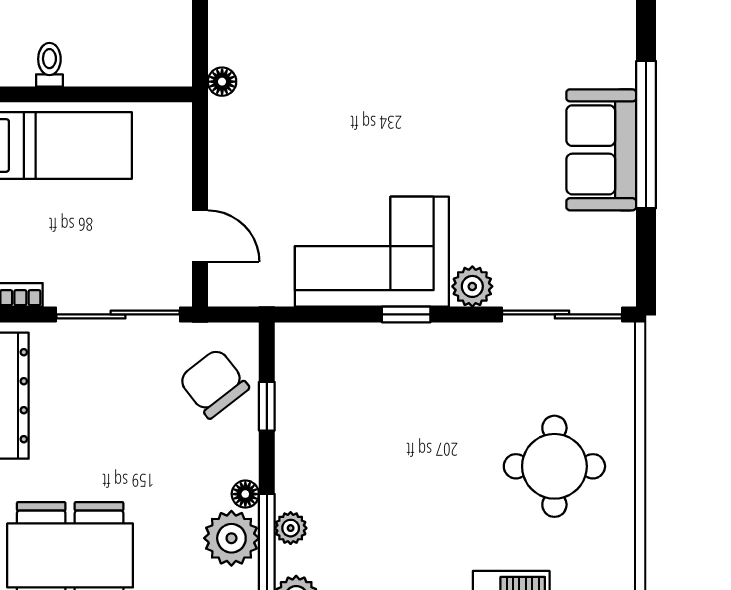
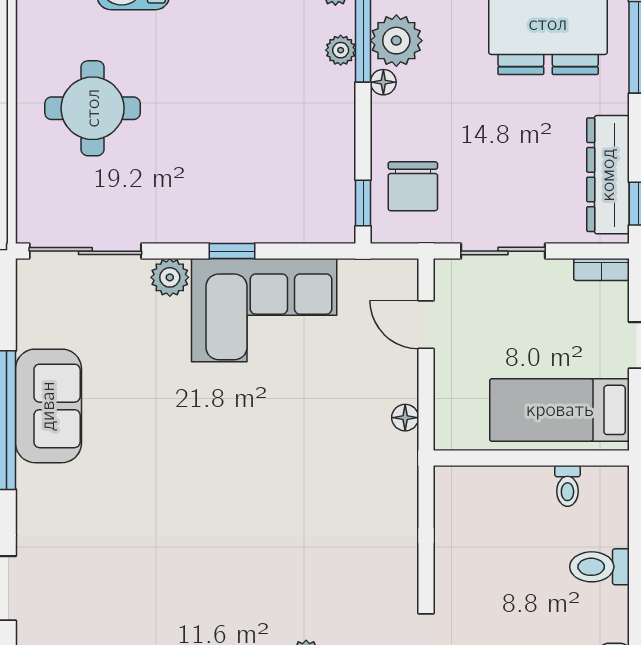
floor lamp: (222, 82) -> (405, 418), moved
sliding door: (118, 314) -> (503, 251), width x0.73
chair: (214, 383) -> (413, 186), turned 38
window: (267, 406) -> (363, 203), moved

